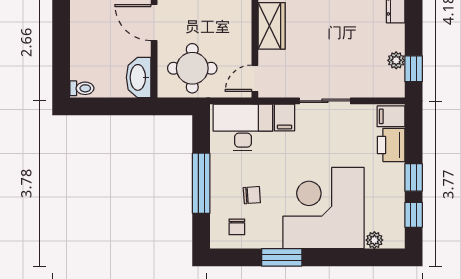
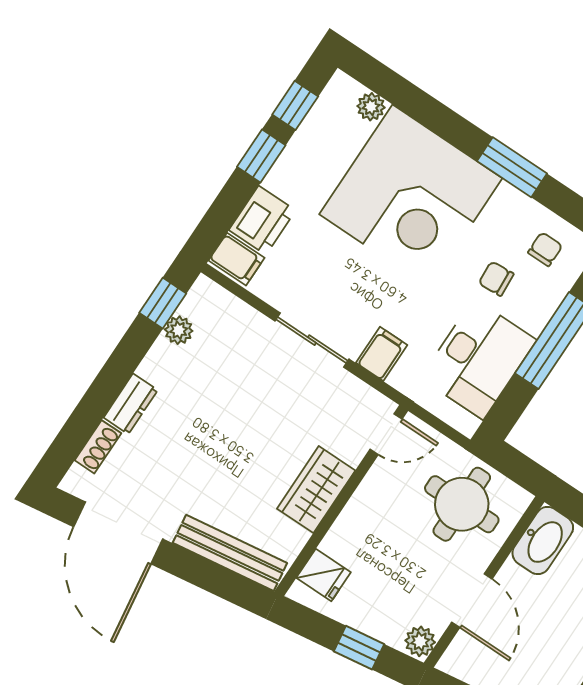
desk: (243, 128) -> (478, 359), moved, turned -90

